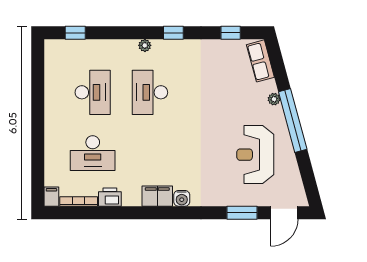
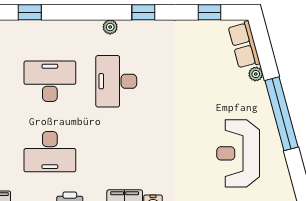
desk: (93, 92) -> (50, 81), turned -90
plant: (274, 99) -> (256, 74), moved

